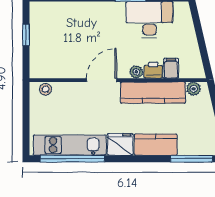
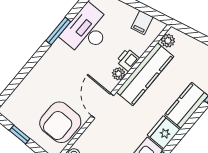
armchair: (62, 58) -> (60, 122), added
filing cabinet: (171, 68) -> (142, 23), moved, turned -103

